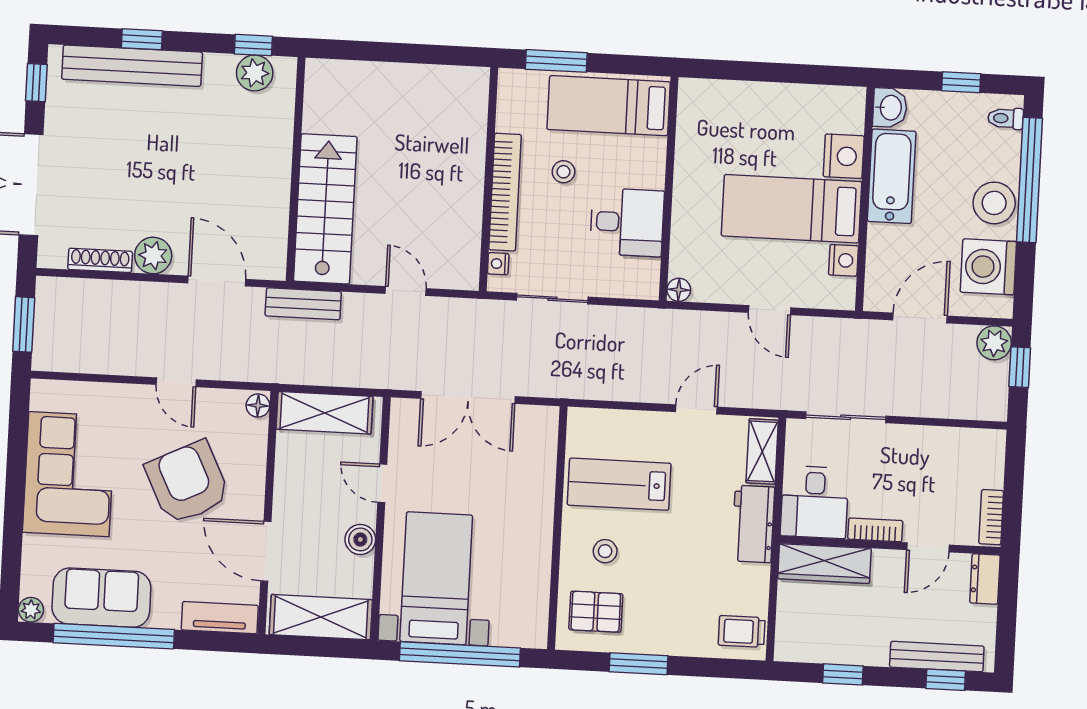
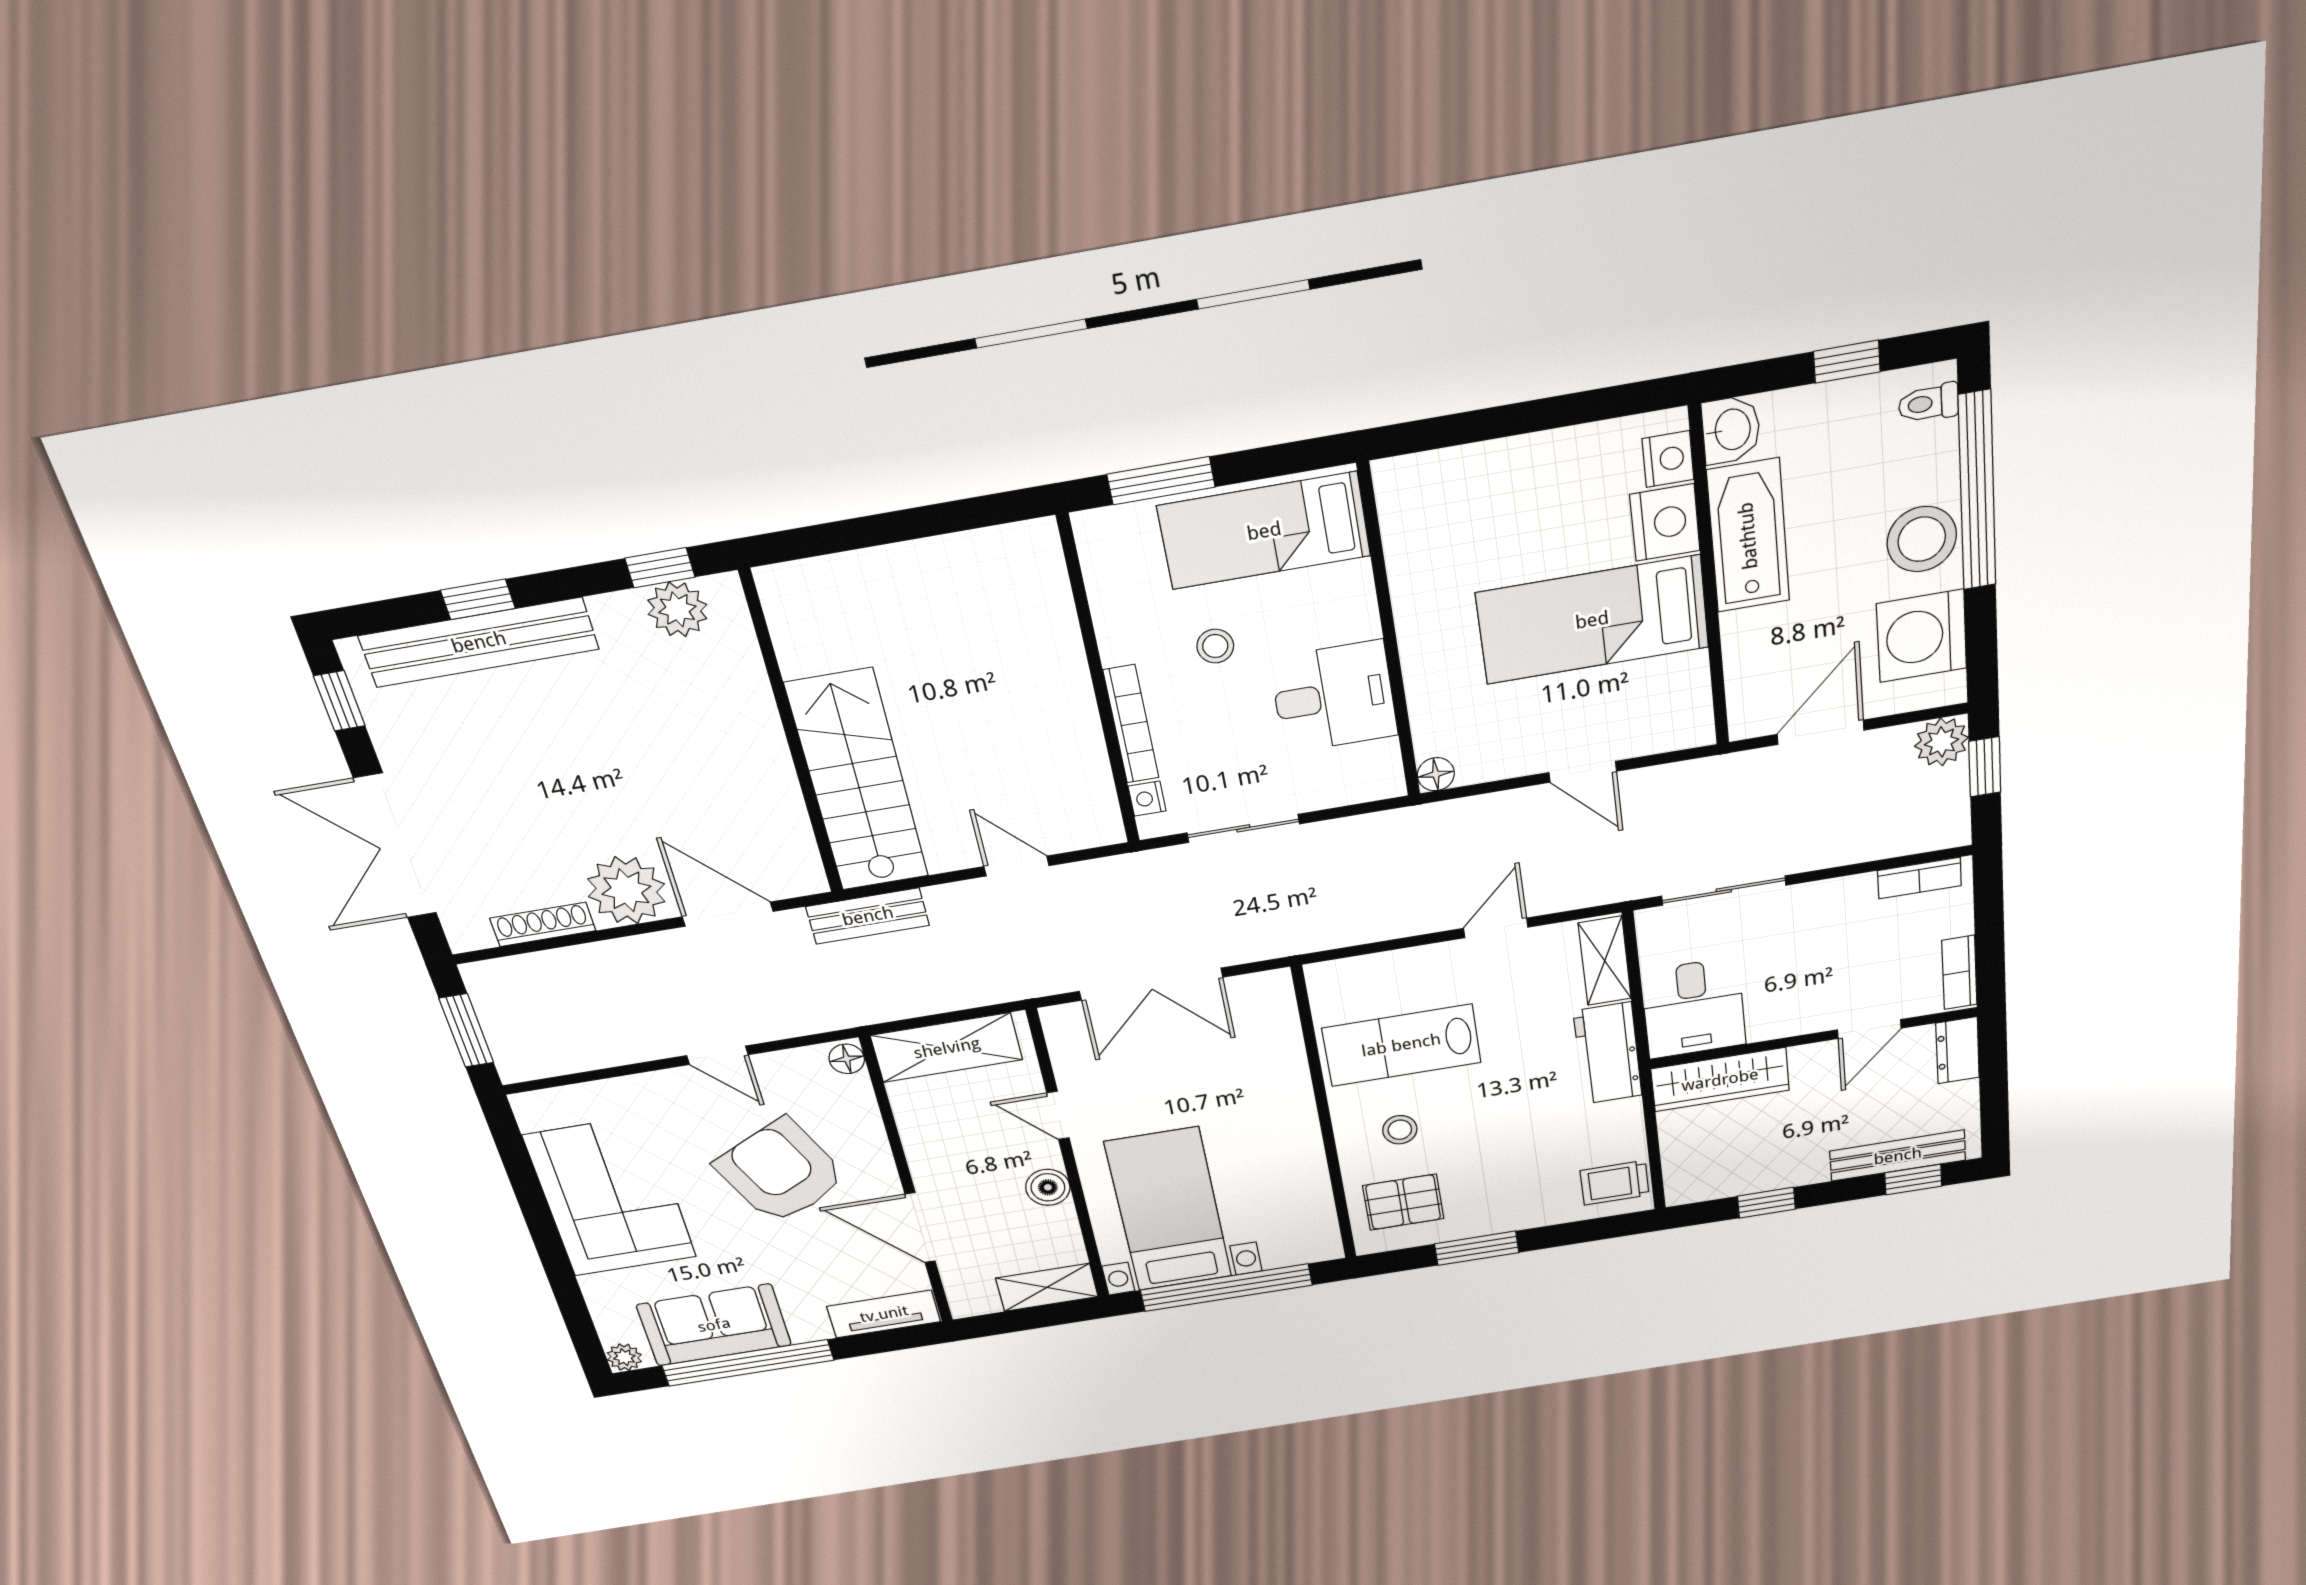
bookcase: (505, 192) -> (1131, 724), width x0.68, depth x0.76
plant: (153, 255) -> (626, 890), width x1.36, depth x1.36
nightstand: (843, 260) -> (1668, 459), moved
bookcase: (875, 530) -> (1919, 878), moved, turned 180
shelving: (321, 617) -> (1047, 1287), width x0.67, depth x0.75

